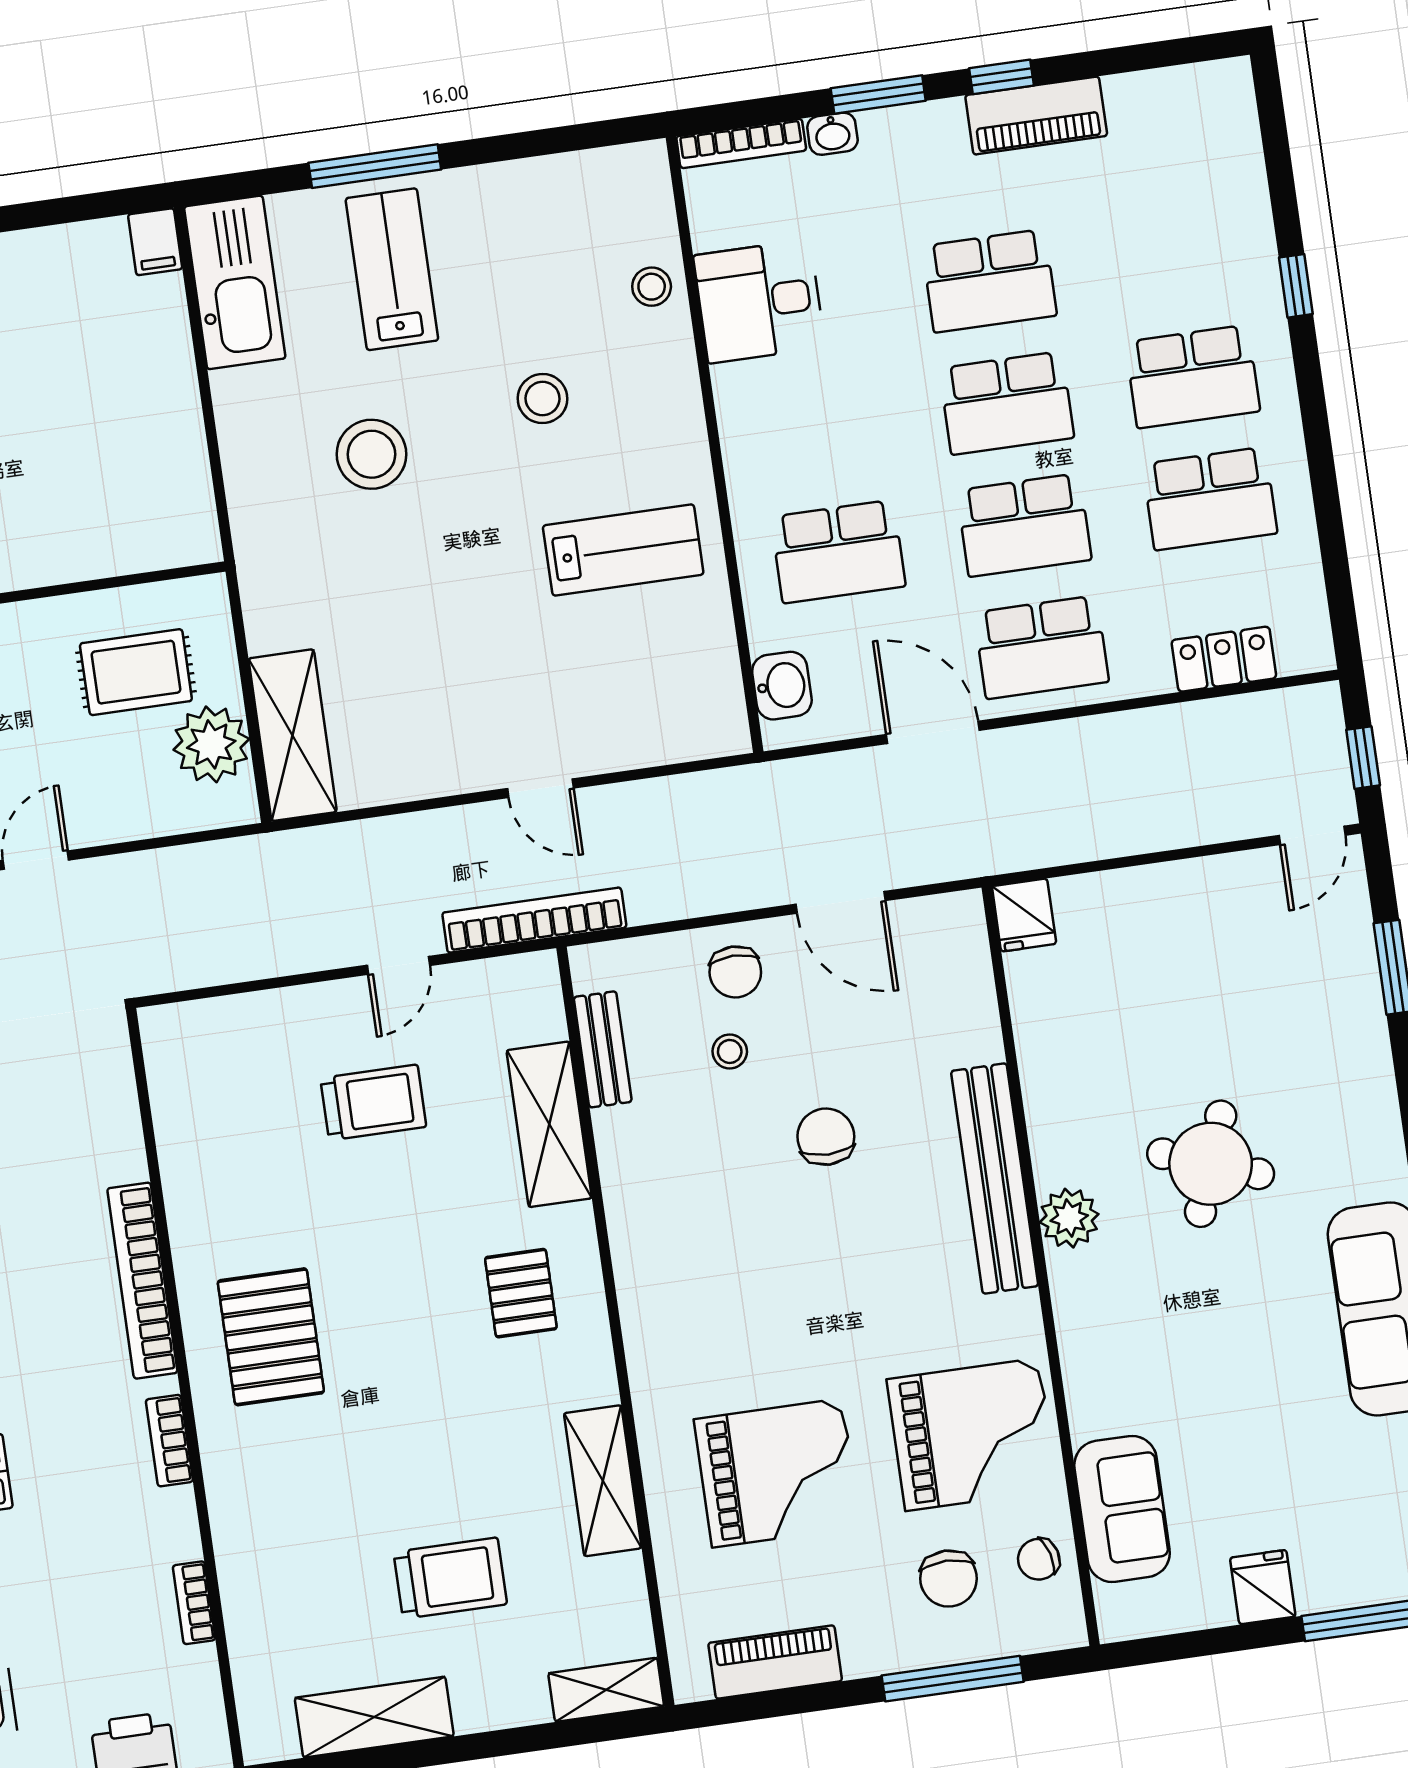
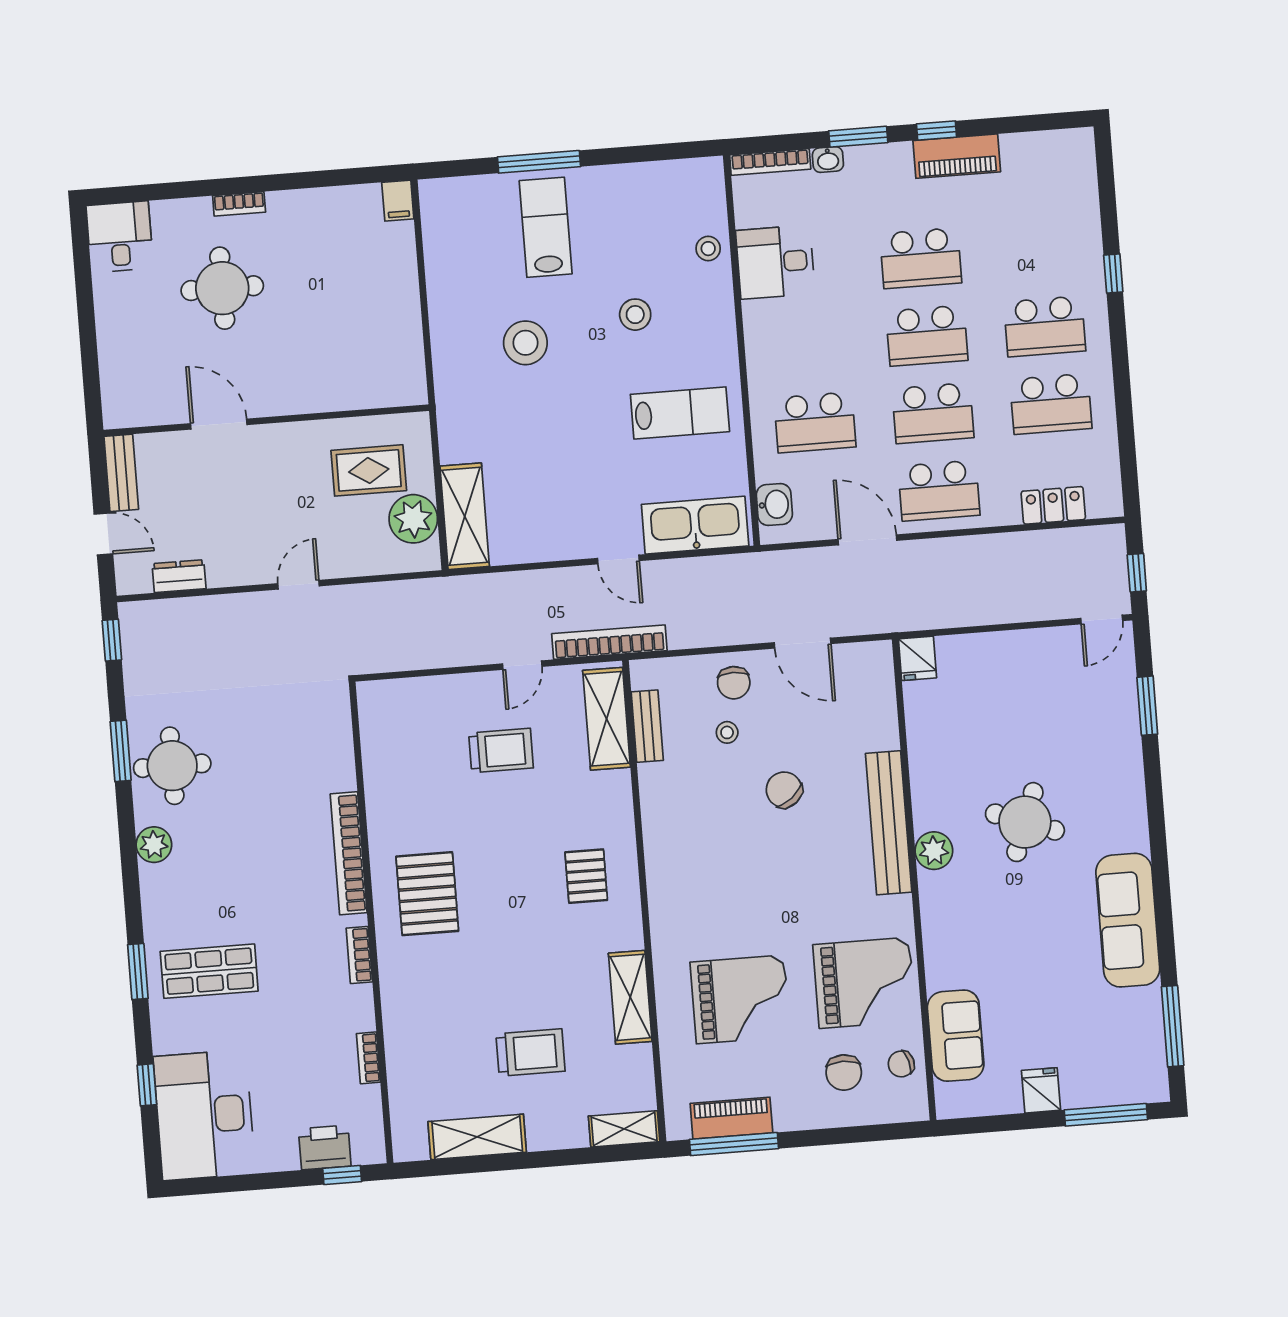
kitchen sink: (235, 282) -> (695, 525), moved, turned -90
shelving: (549, 1124) -> (607, 719), moved
chair: (826, 1137) -> (784, 790), turned -39
window: (953, 1679) -> (734, 1144), moved

